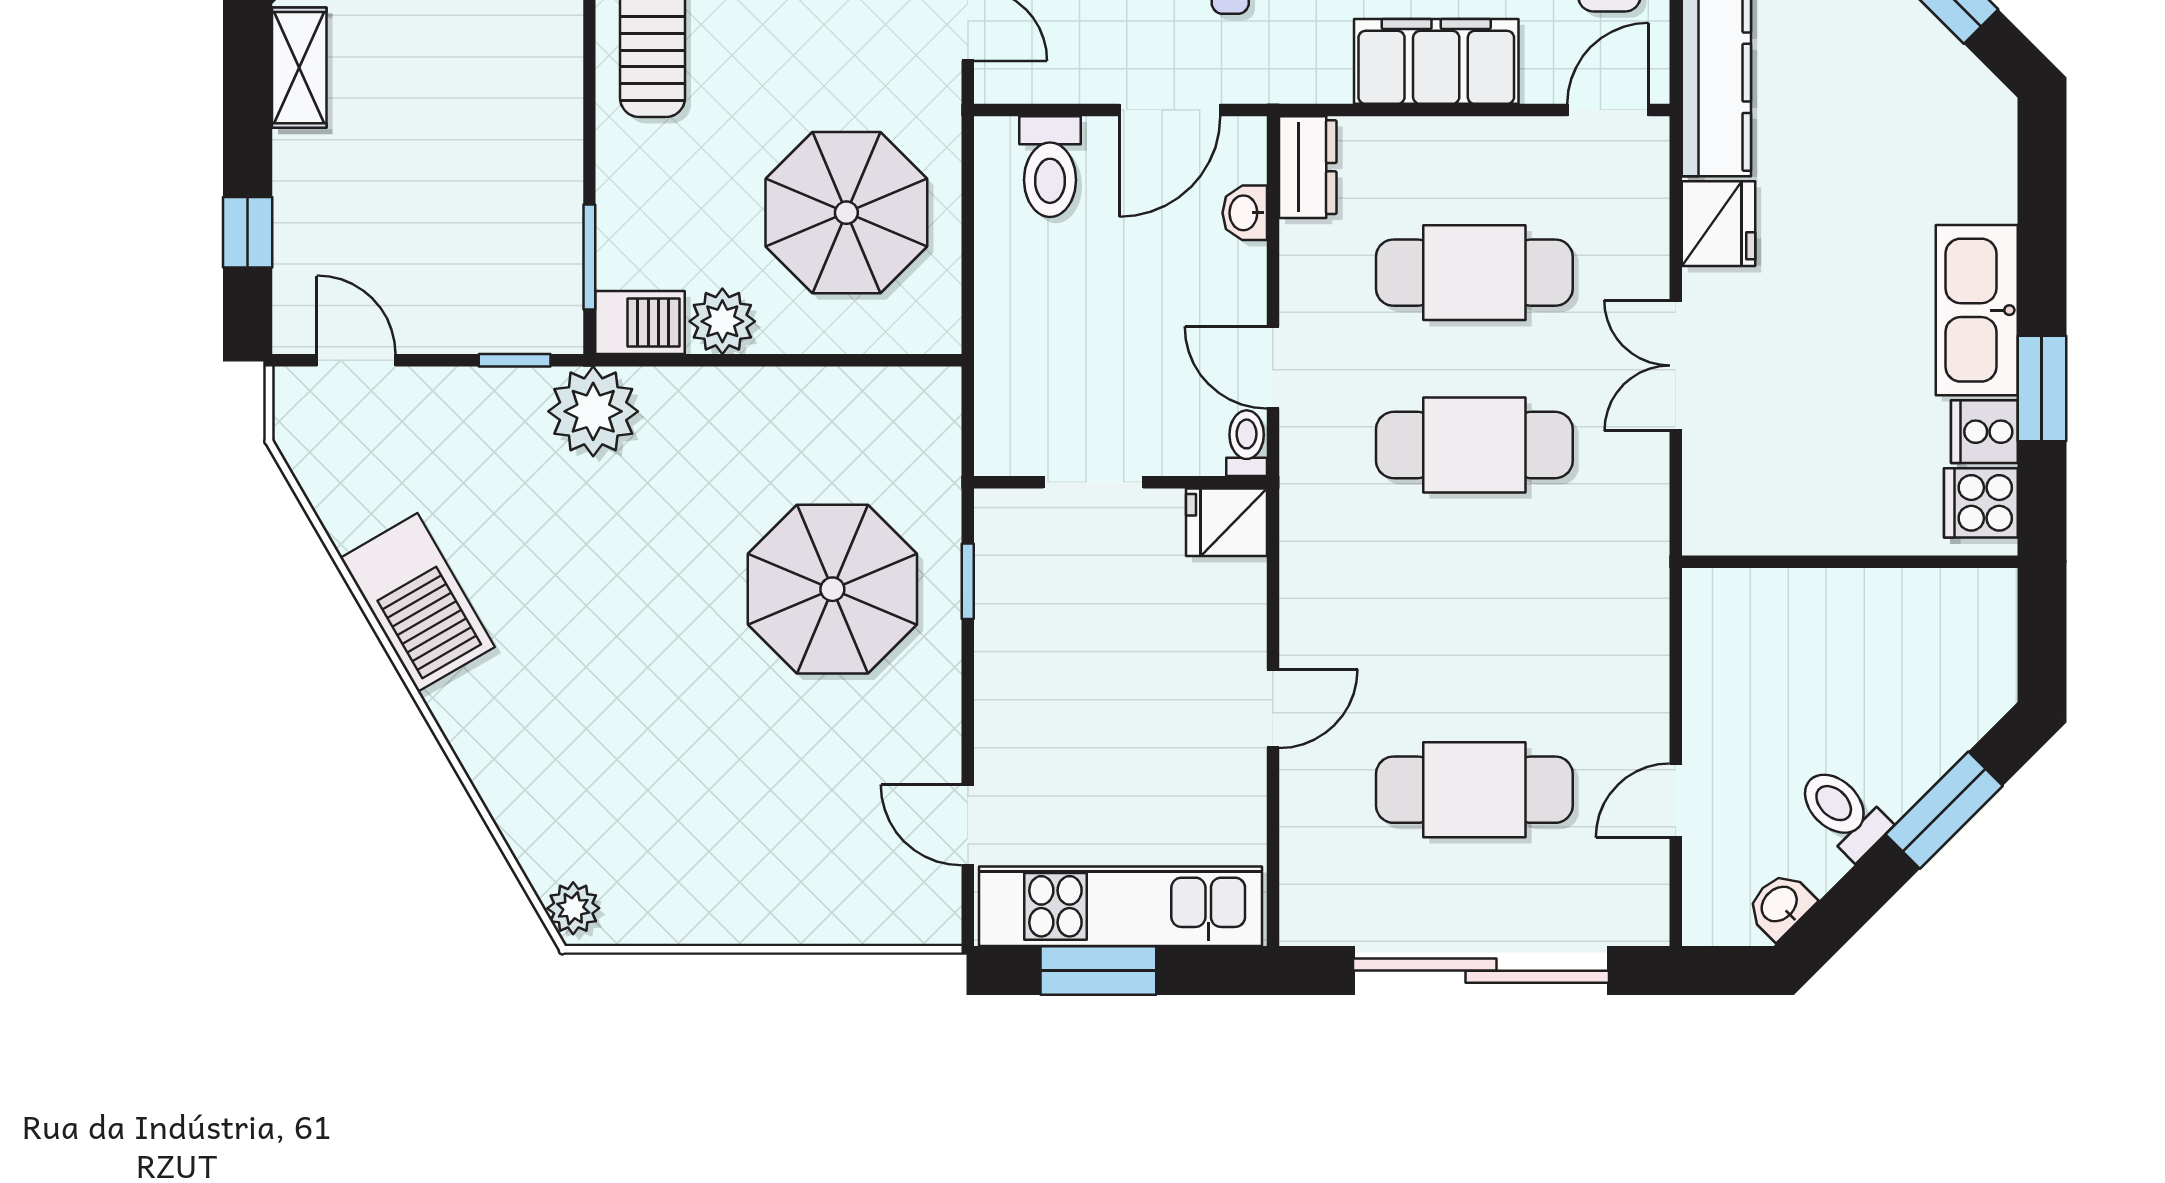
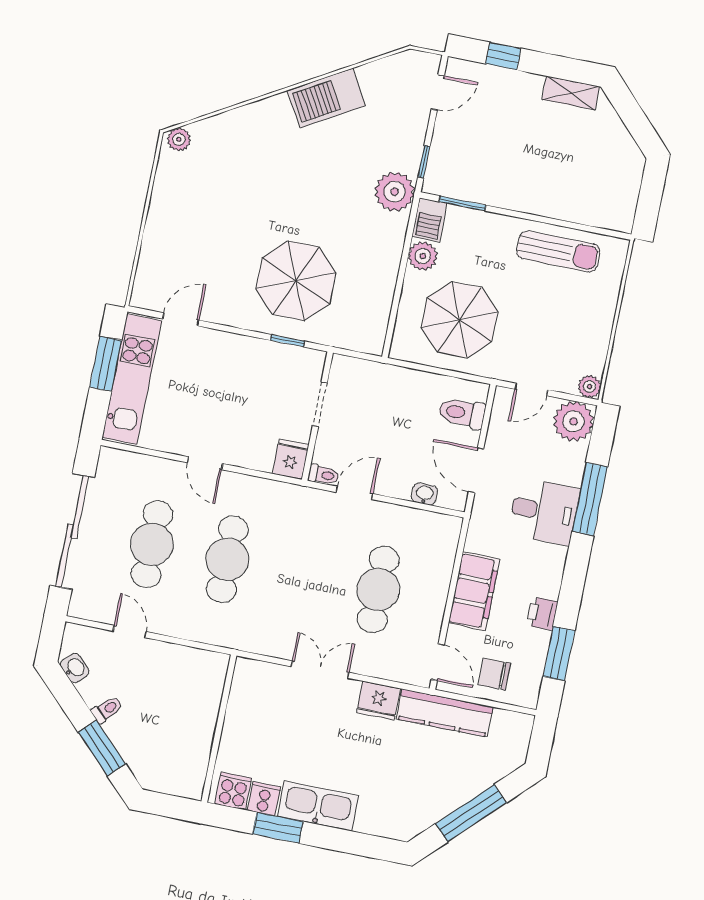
dresser: (1308, 167) -> (439, 526), removed
cafe table: (1474, 445) -> (227, 559), moved
toilet: (1843, 812) -> (107, 709), width x0.73, depth x0.72

